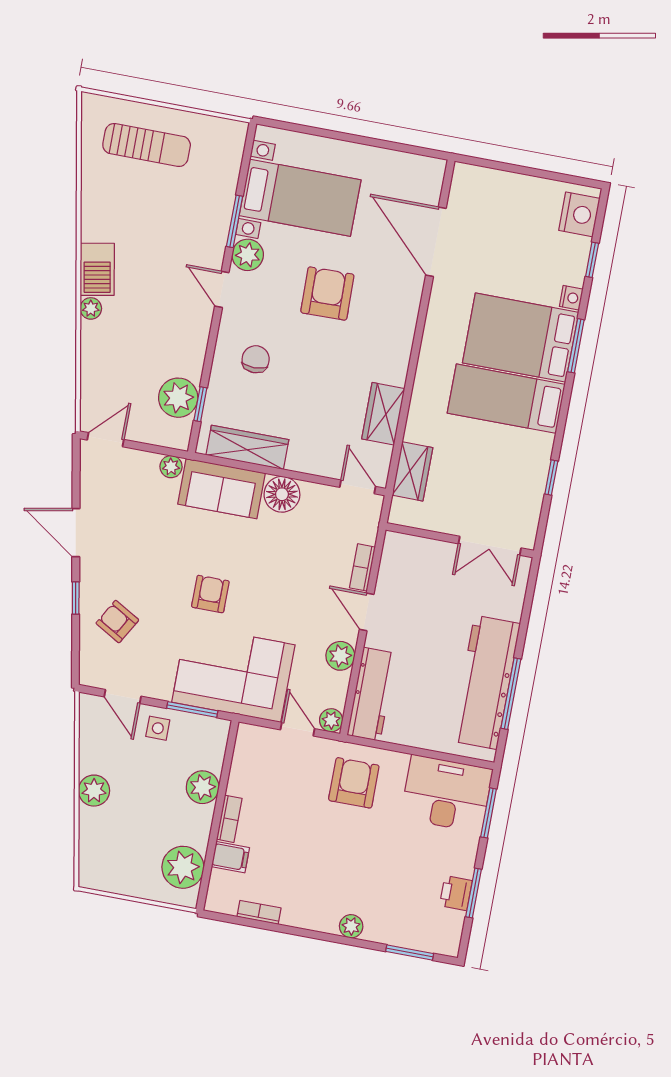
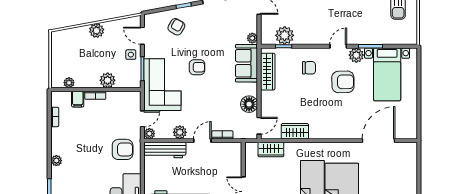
armchair: (327, 294) -> (343, 82), moved
floor lamp: (282, 494) -> (249, 104), moved
door: (123, 696) -> (142, 36), hinge flipped
plant: (183, 867) -> (69, 83), width x0.53, depth x0.53

